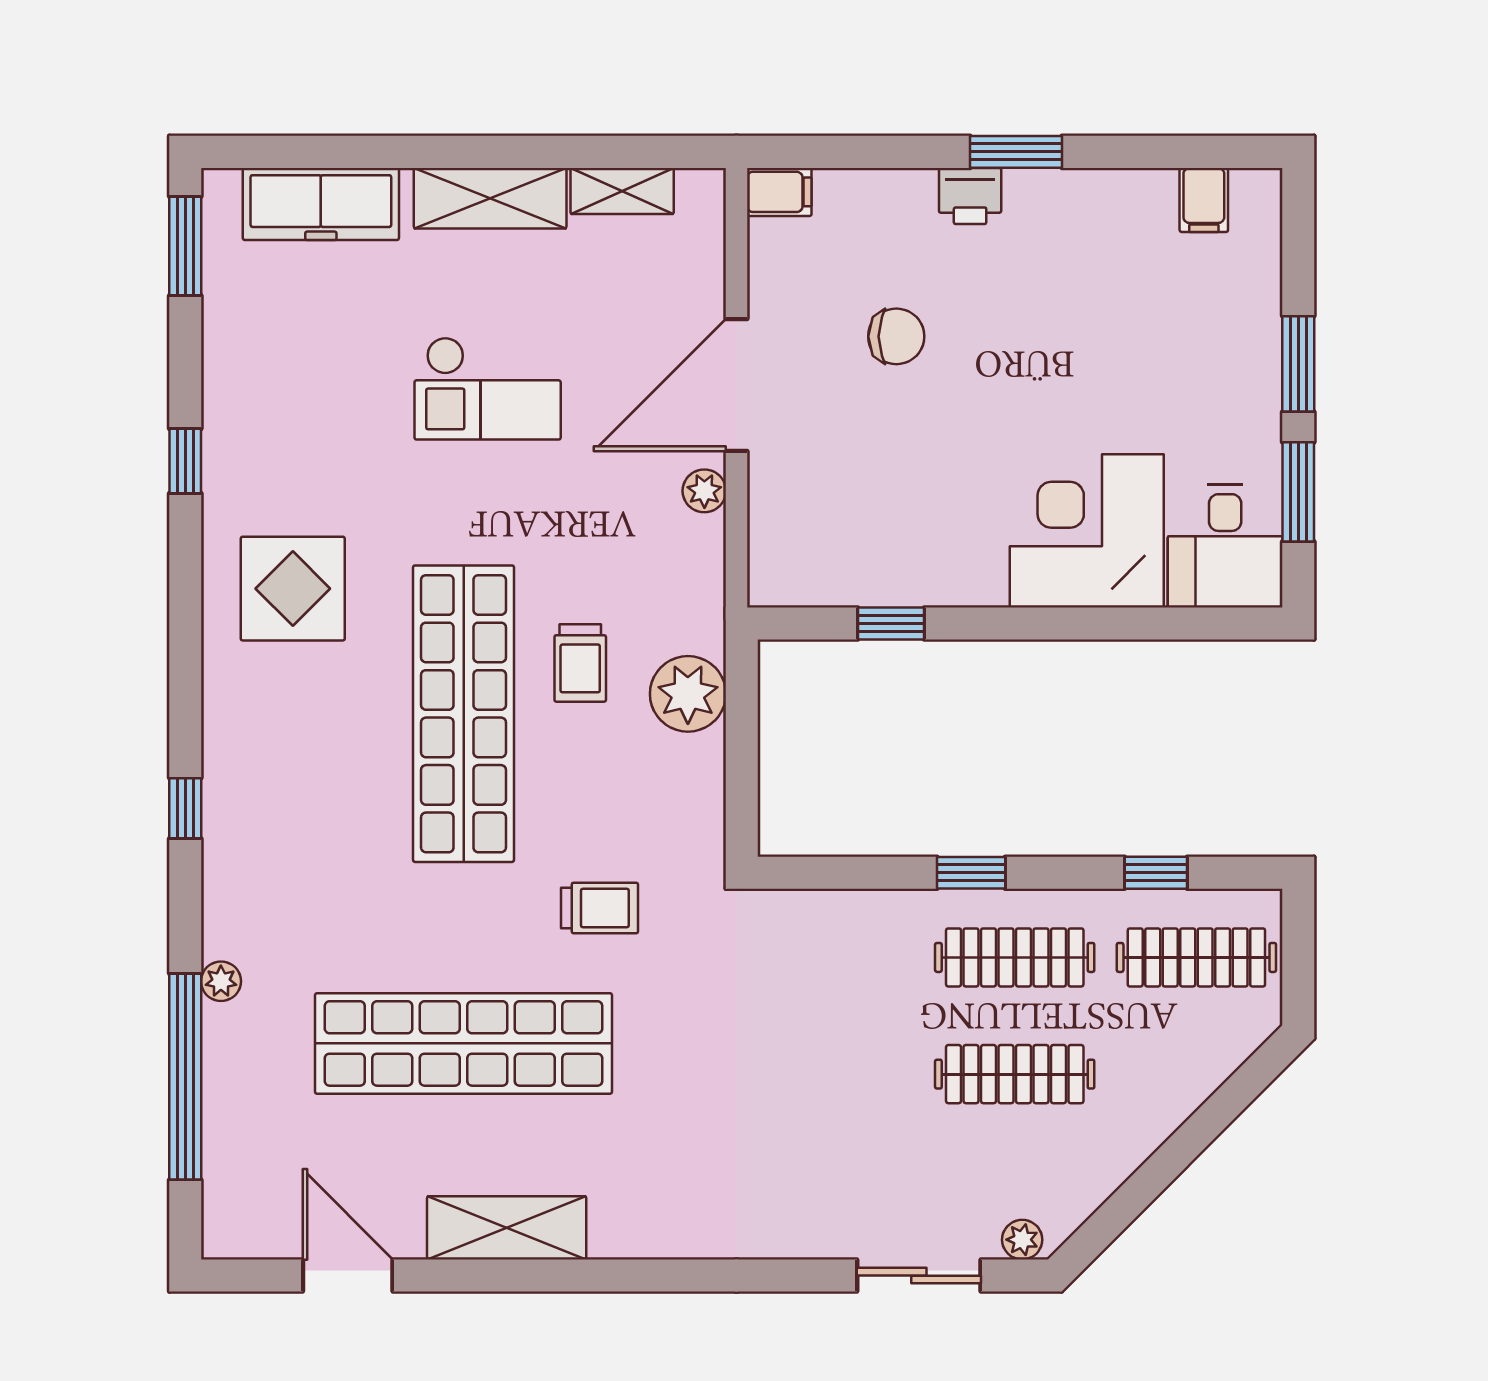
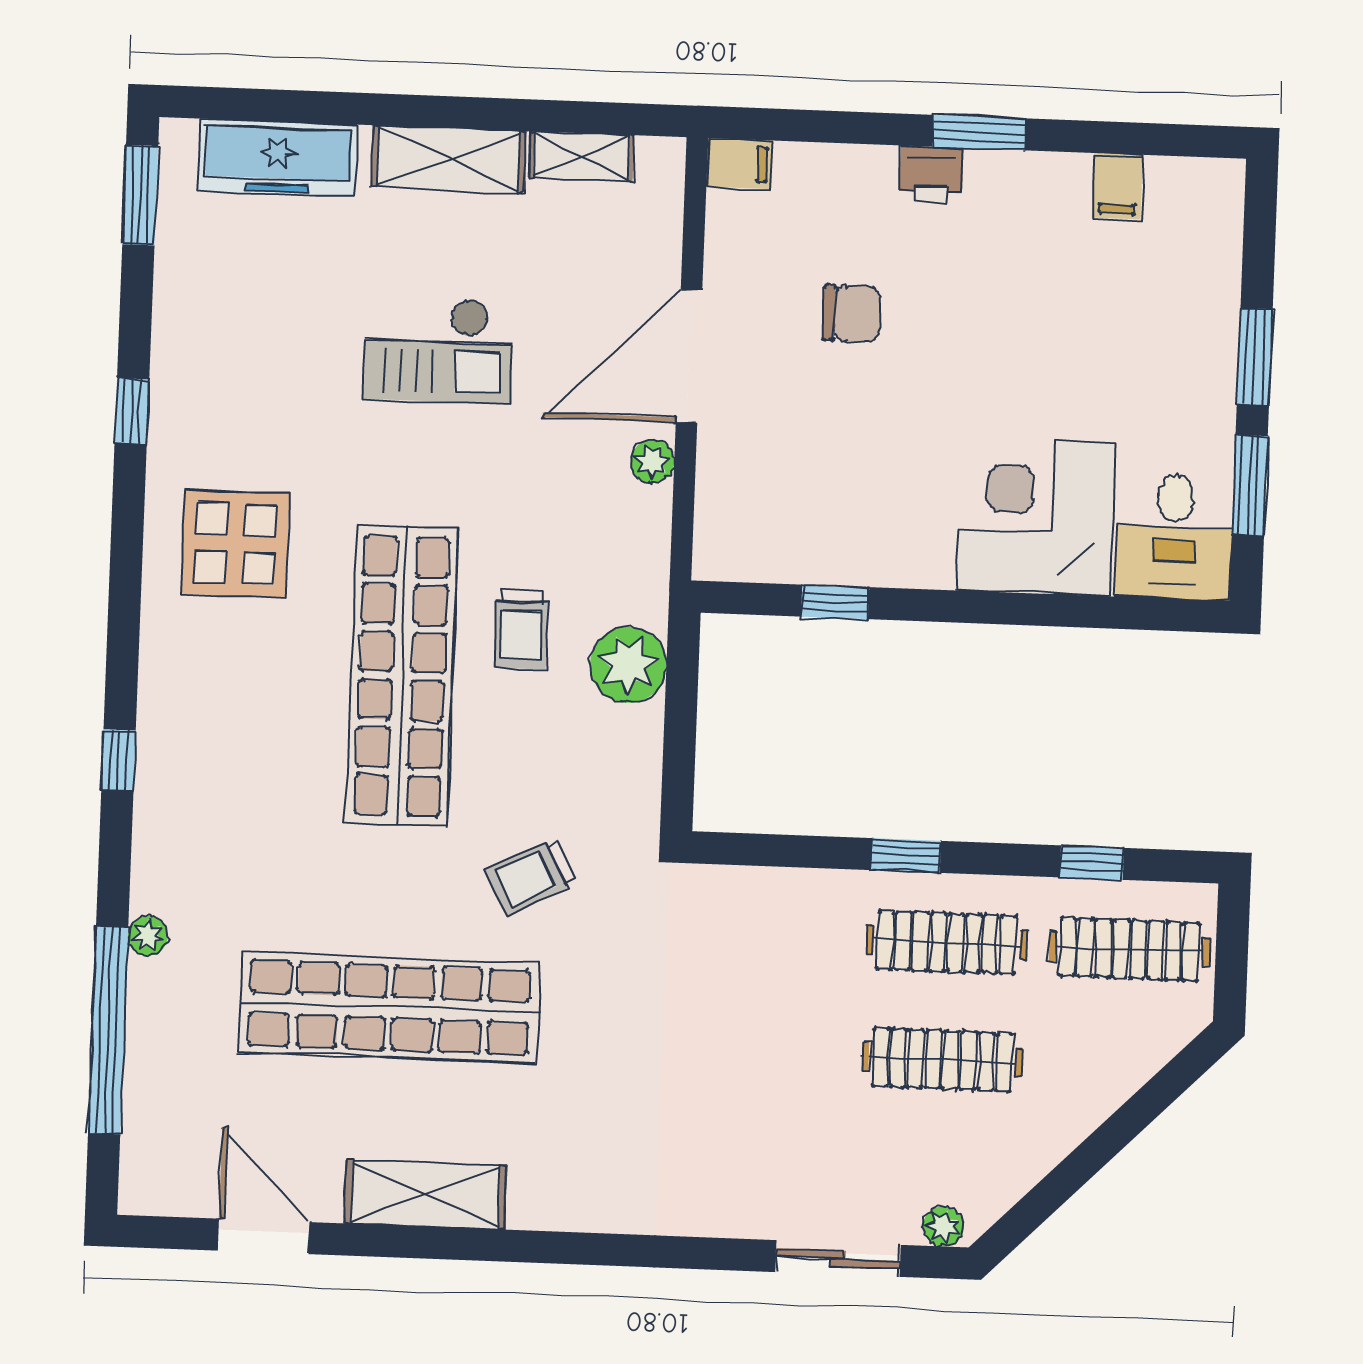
filing cabinet: (1204, 200) -> (1117, 186), moved
trolley: (600, 908) -> (531, 877), turned 153

